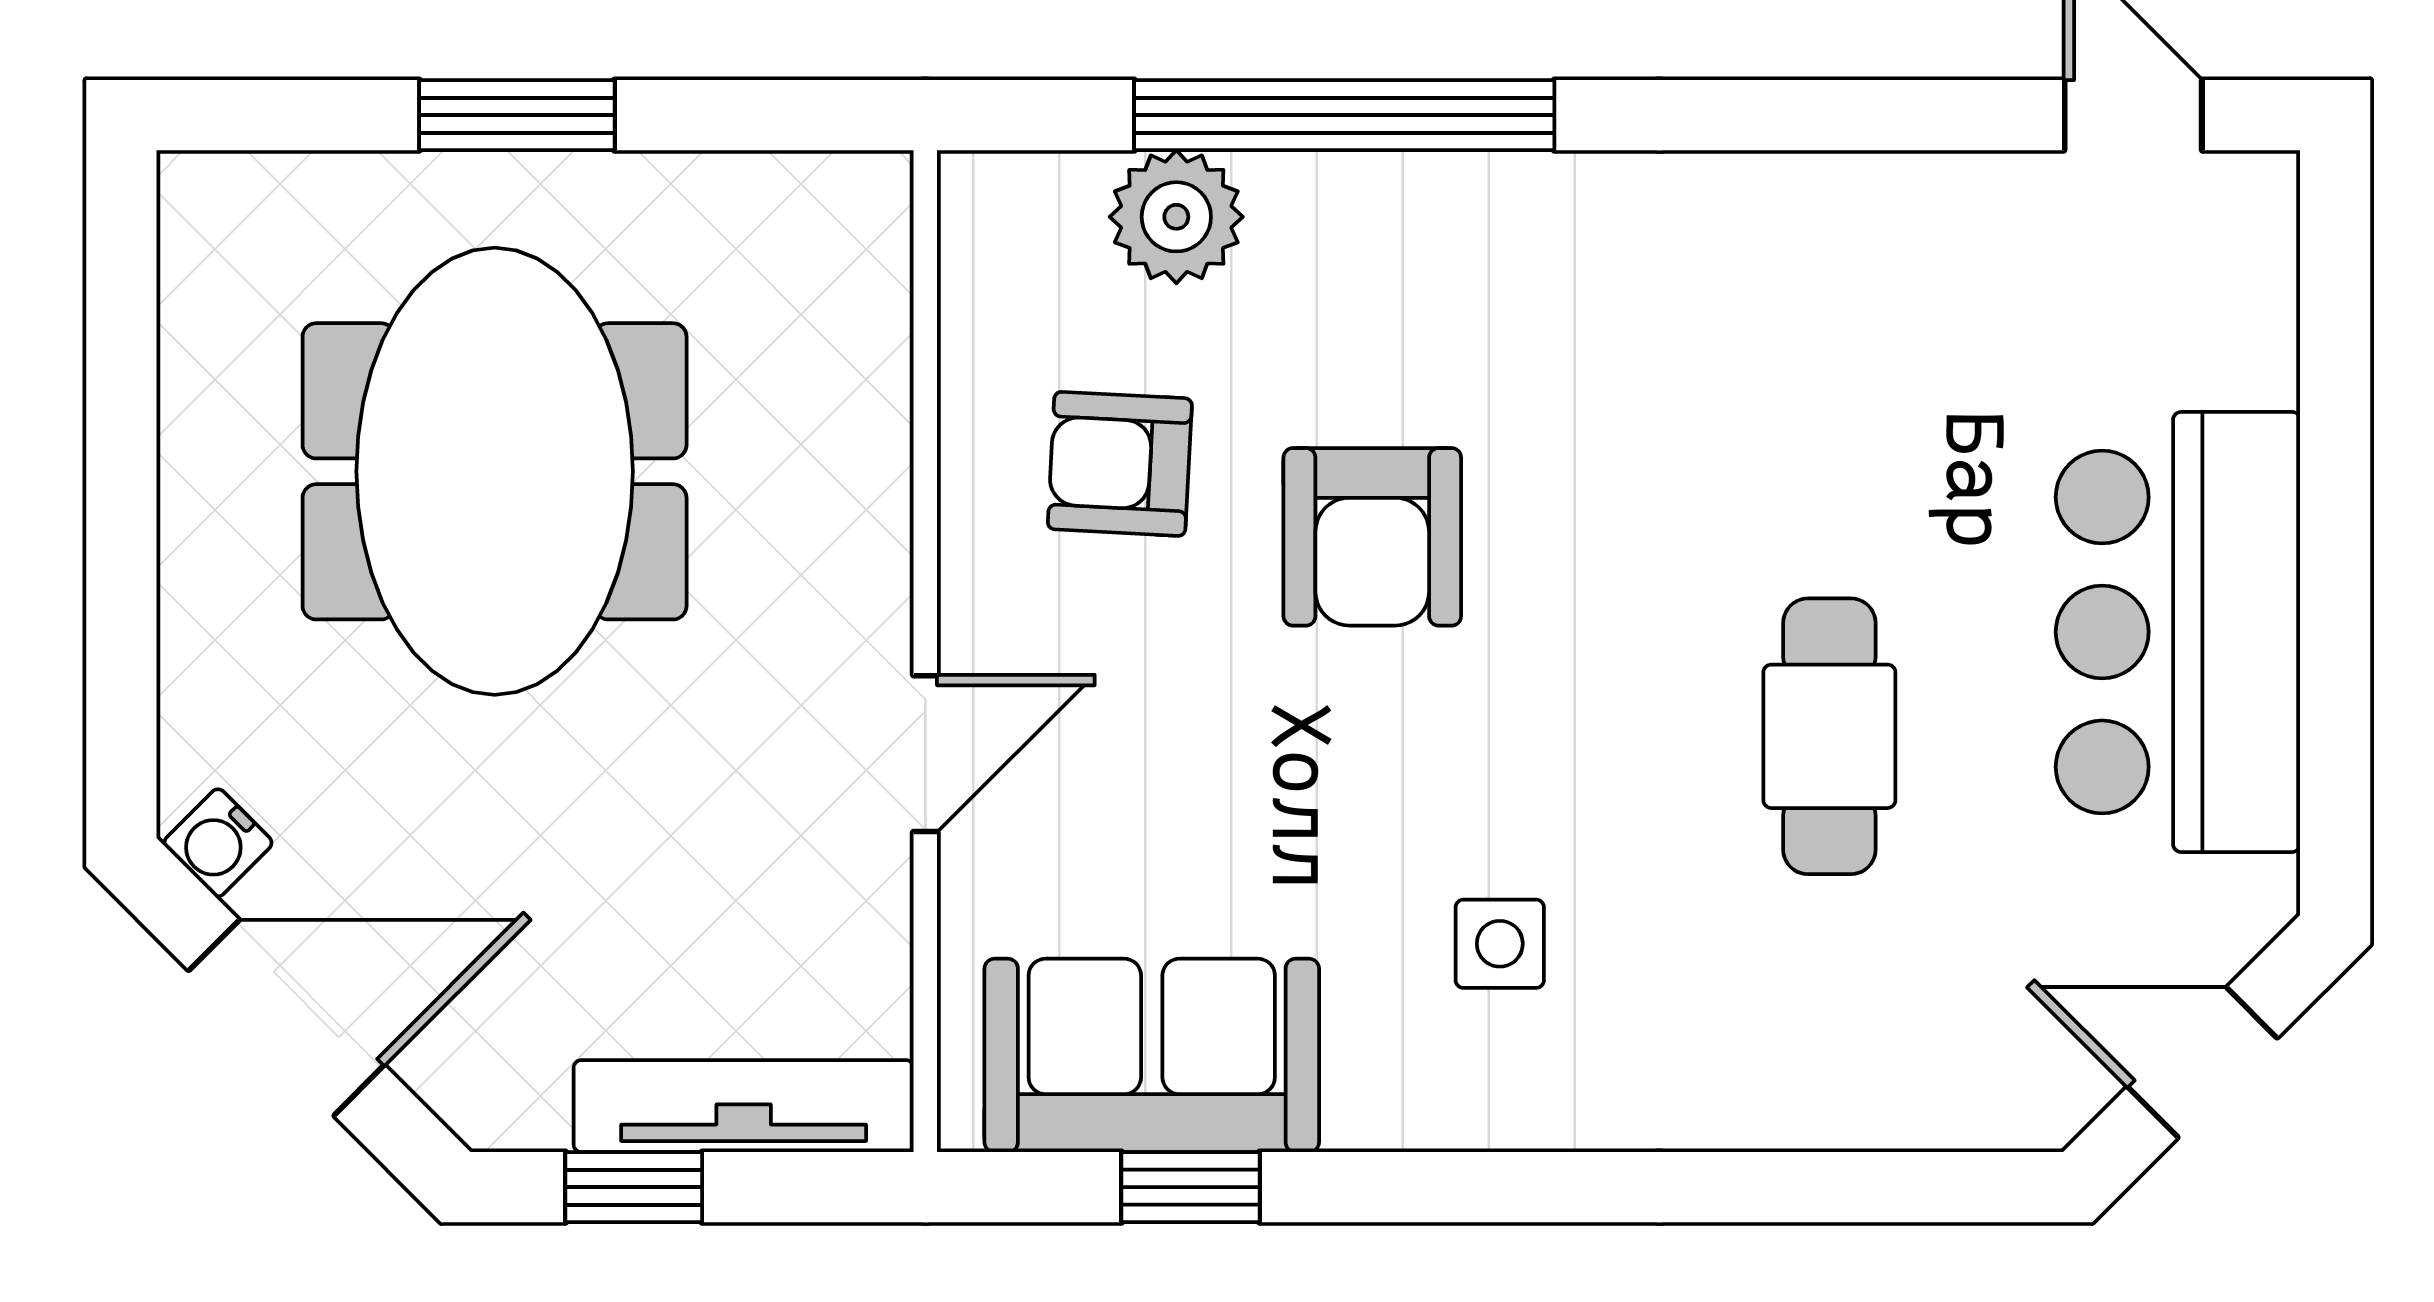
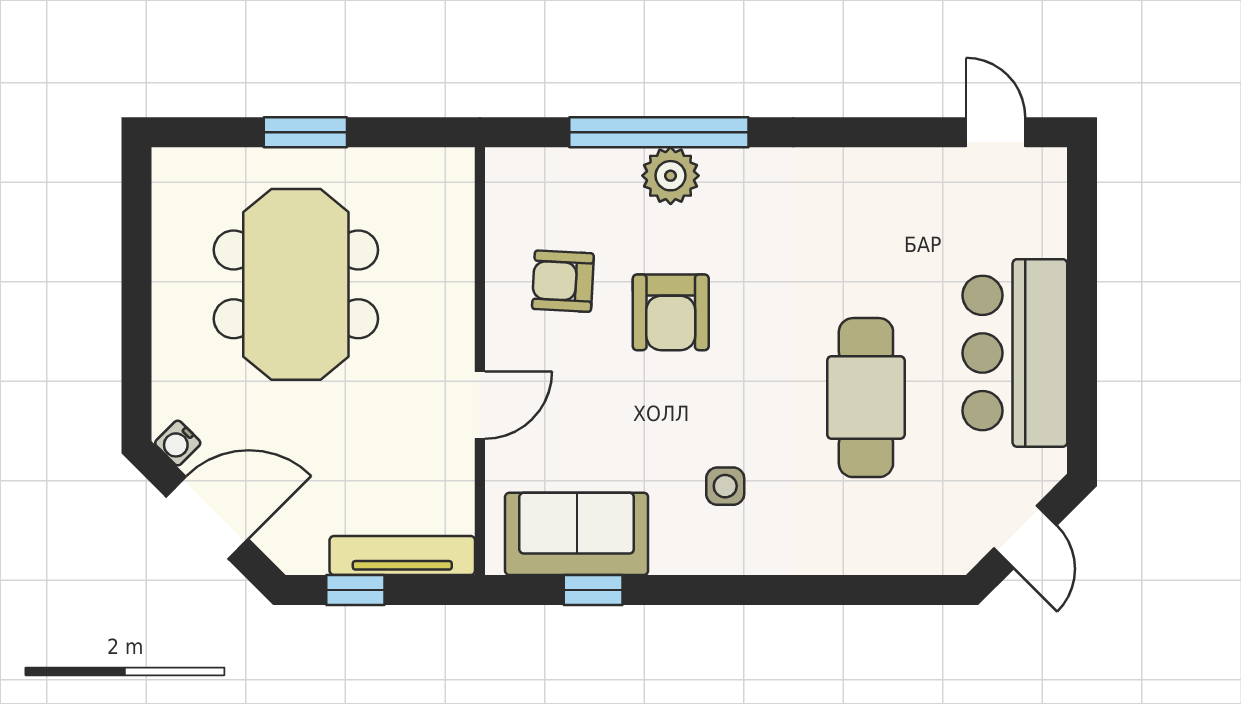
plant: (1176, 217) -> (671, 176), moved
cafe table: (1829, 736) -> (866, 398), width x1.37, depth x1.35
door: (2202, 1062) -> (1025, 537), swing flipped

